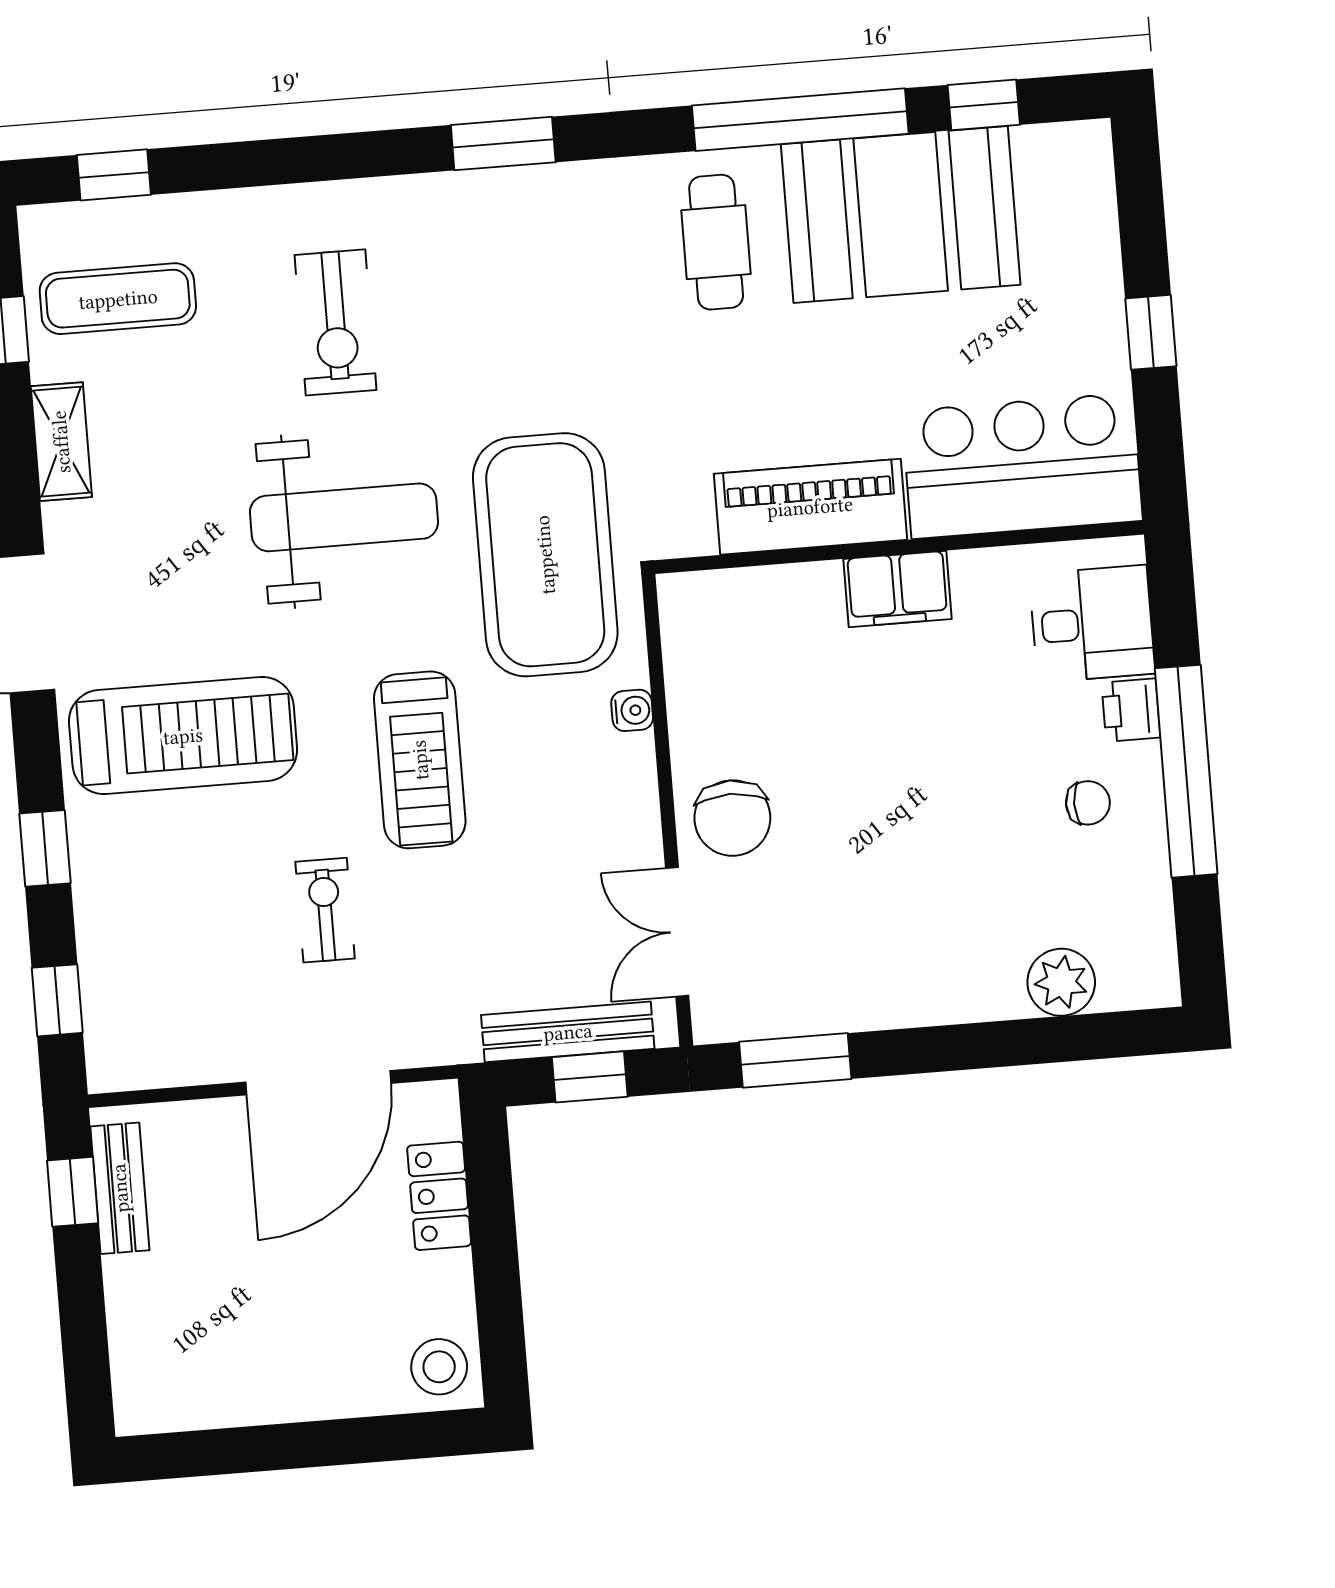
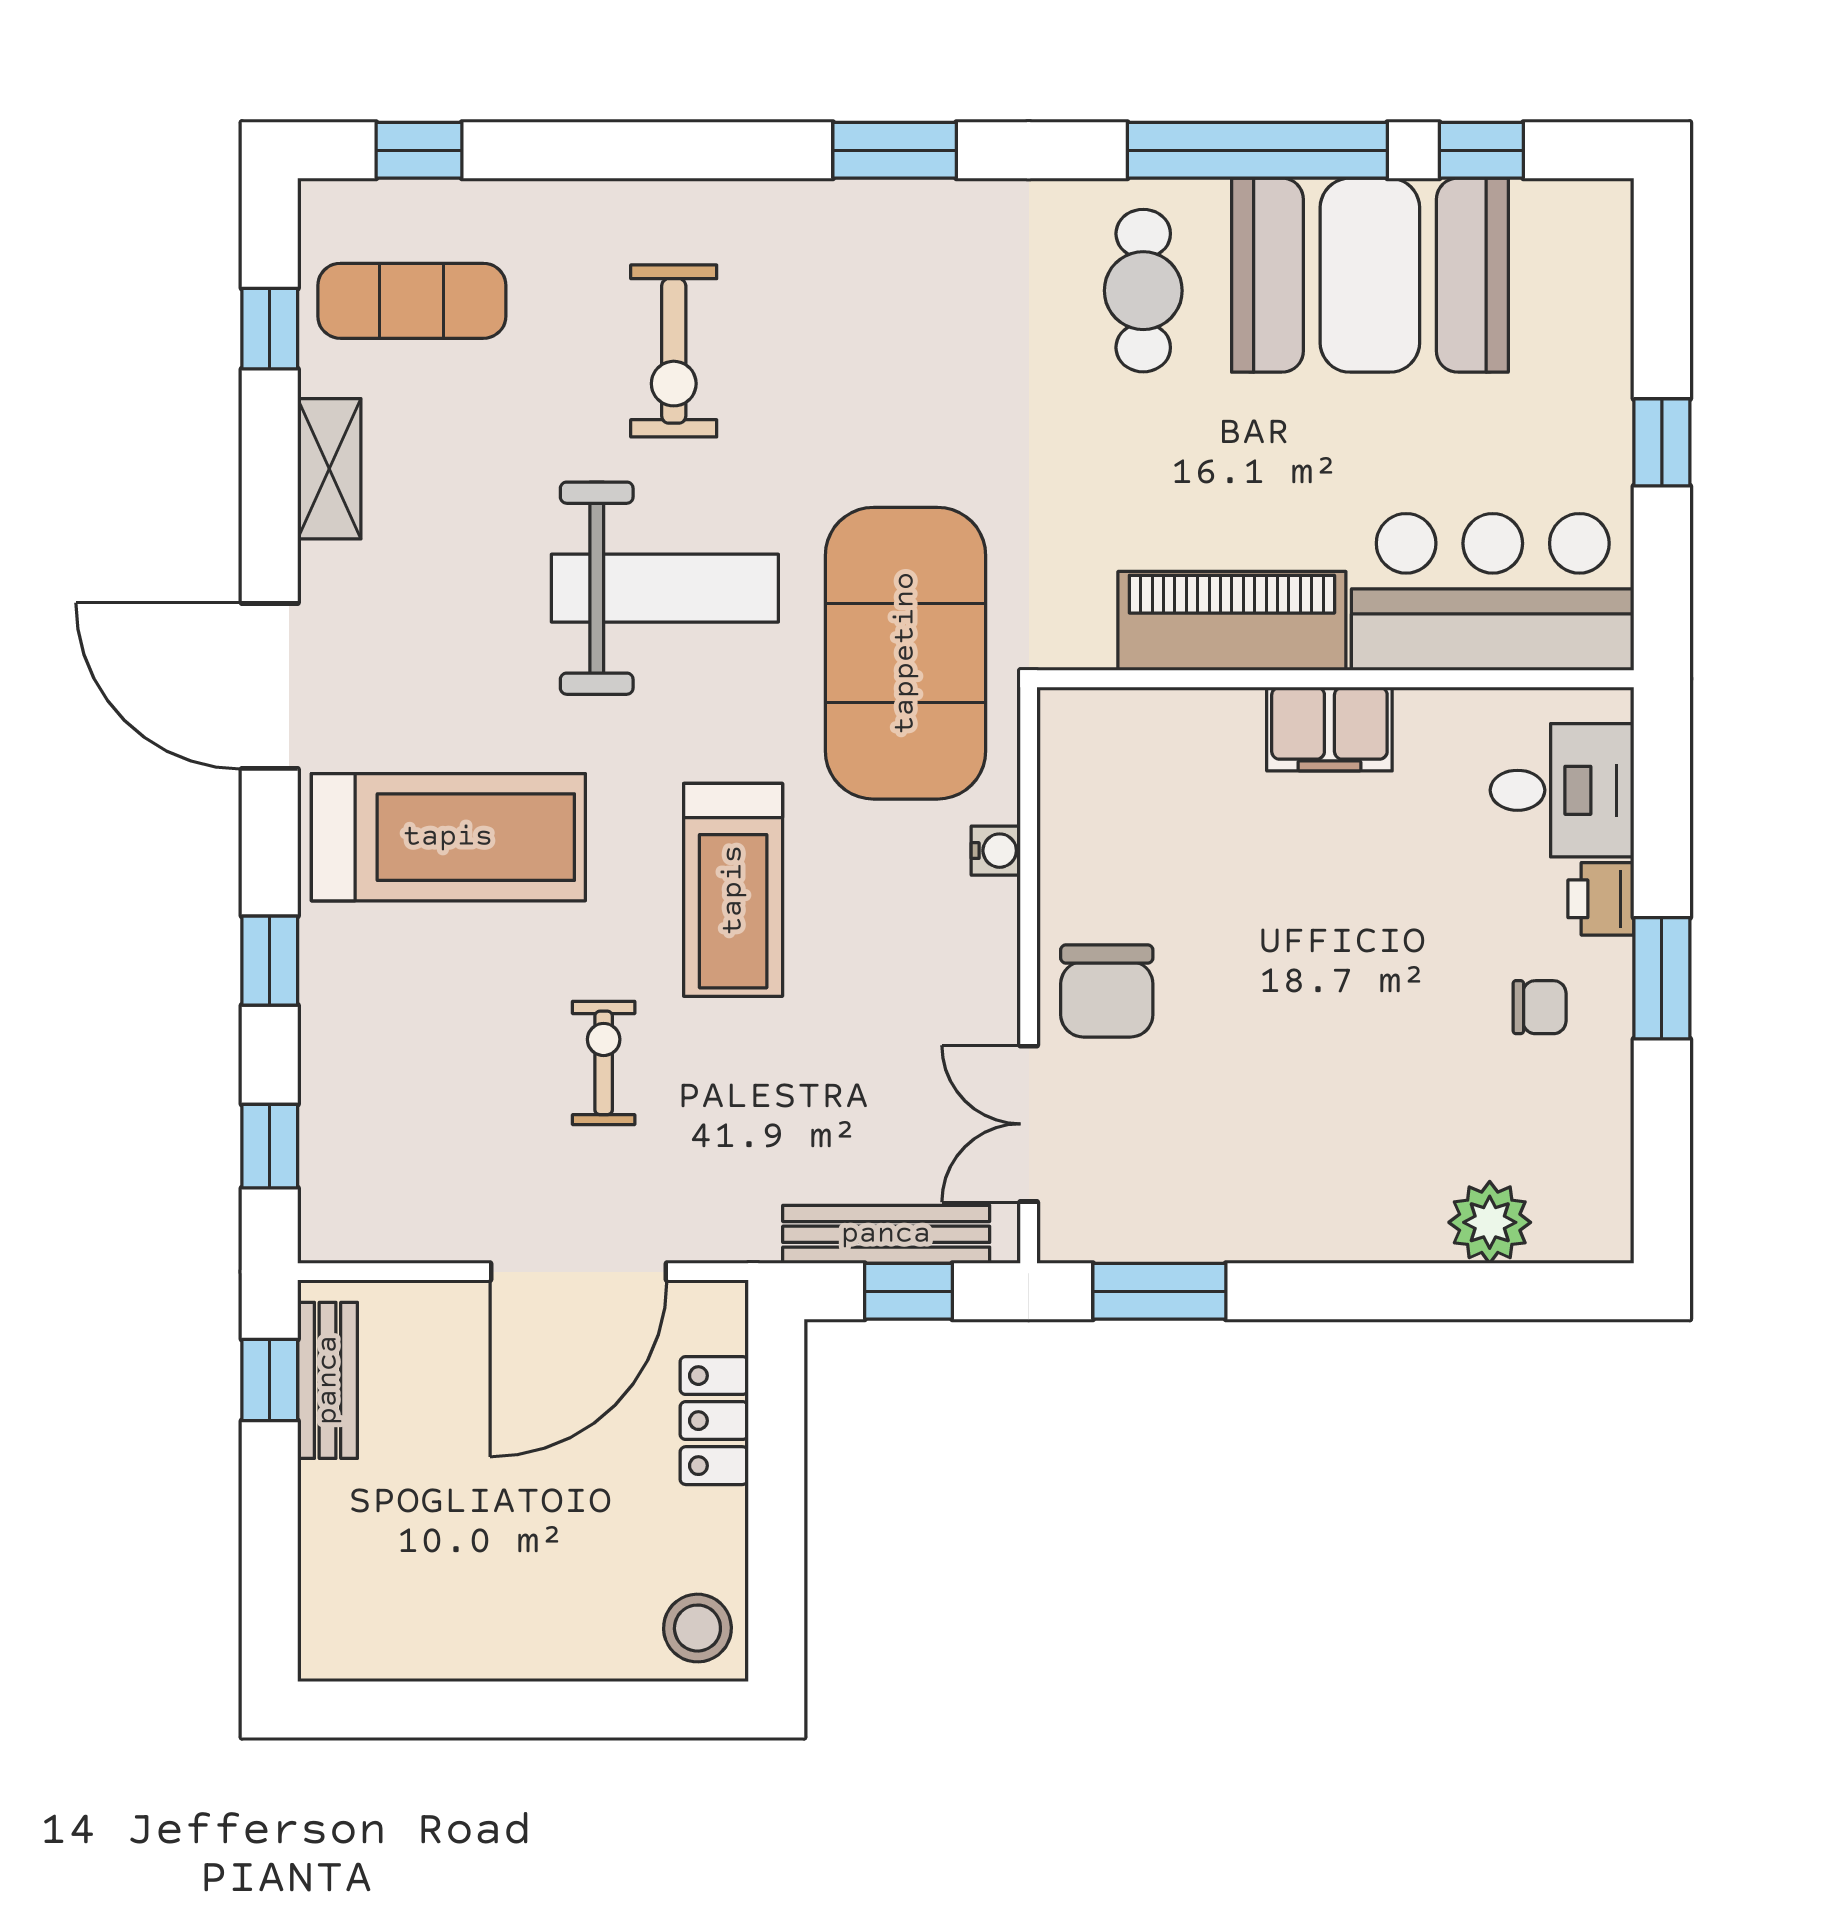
window: (1186, 771) -> (1662, 978), width x0.47

